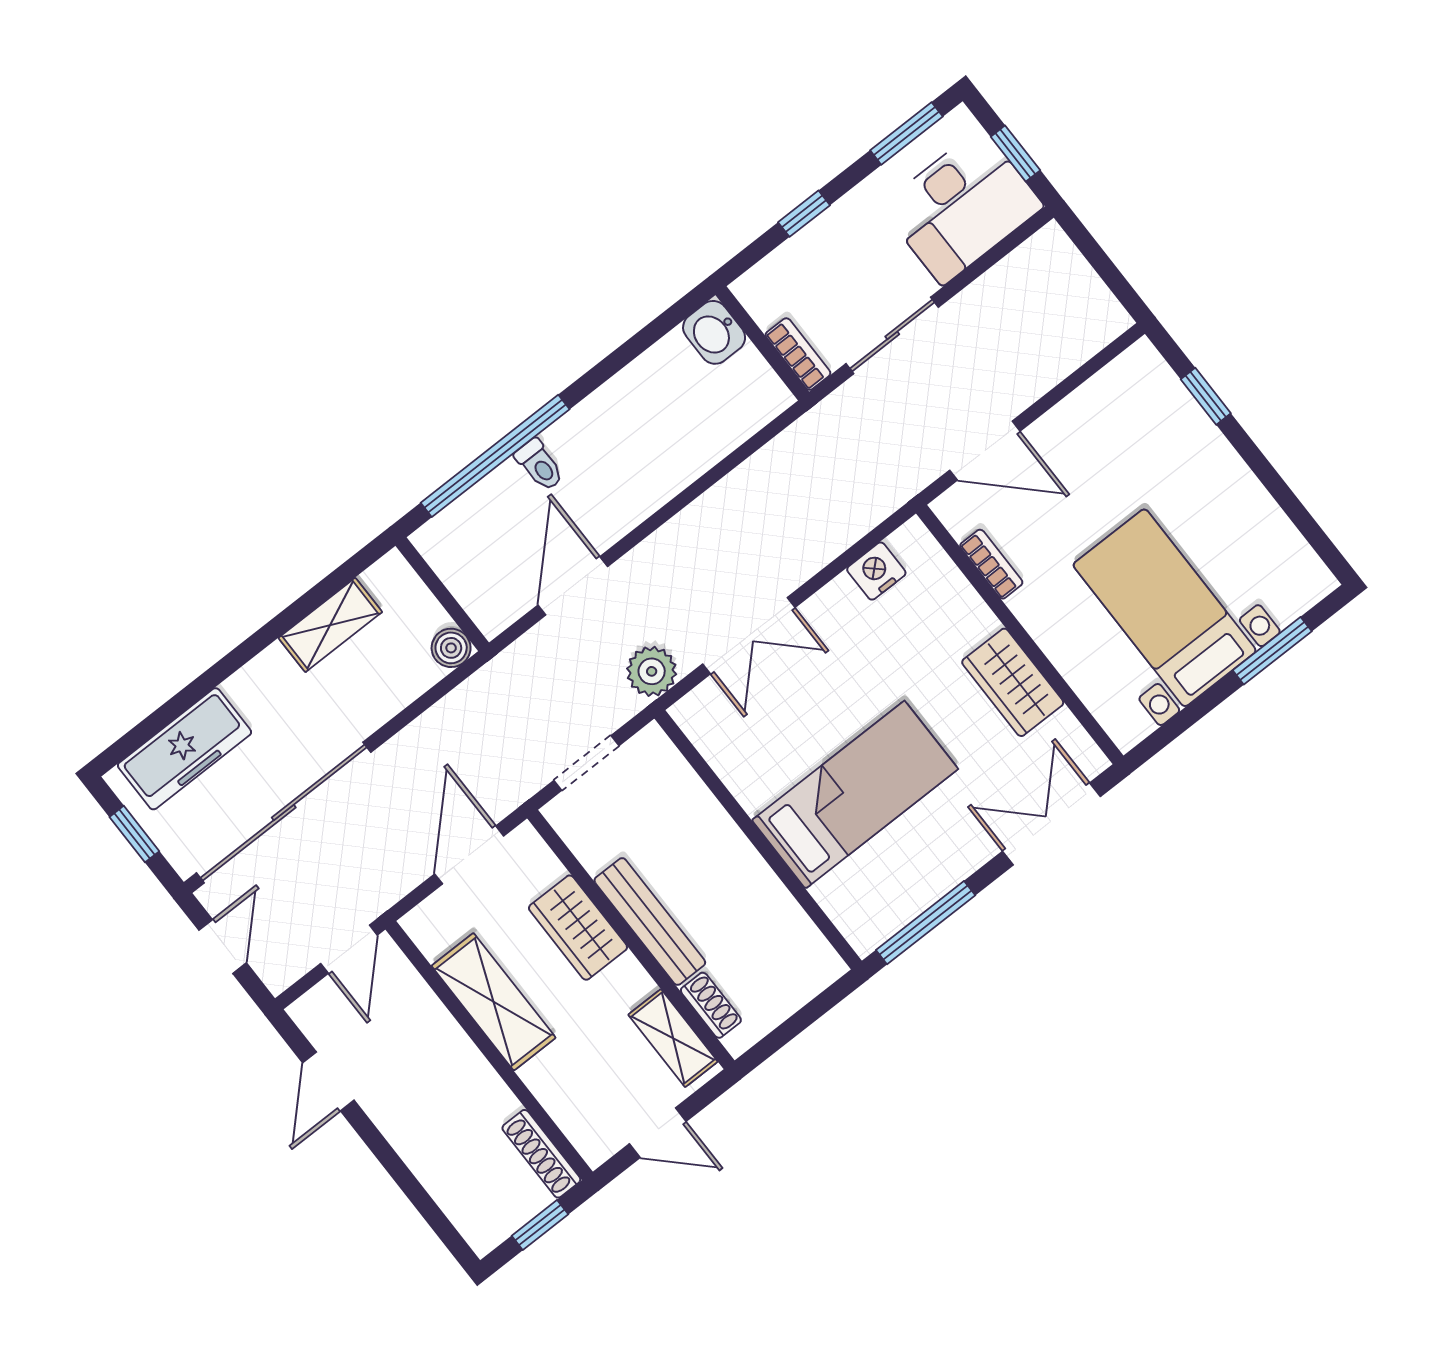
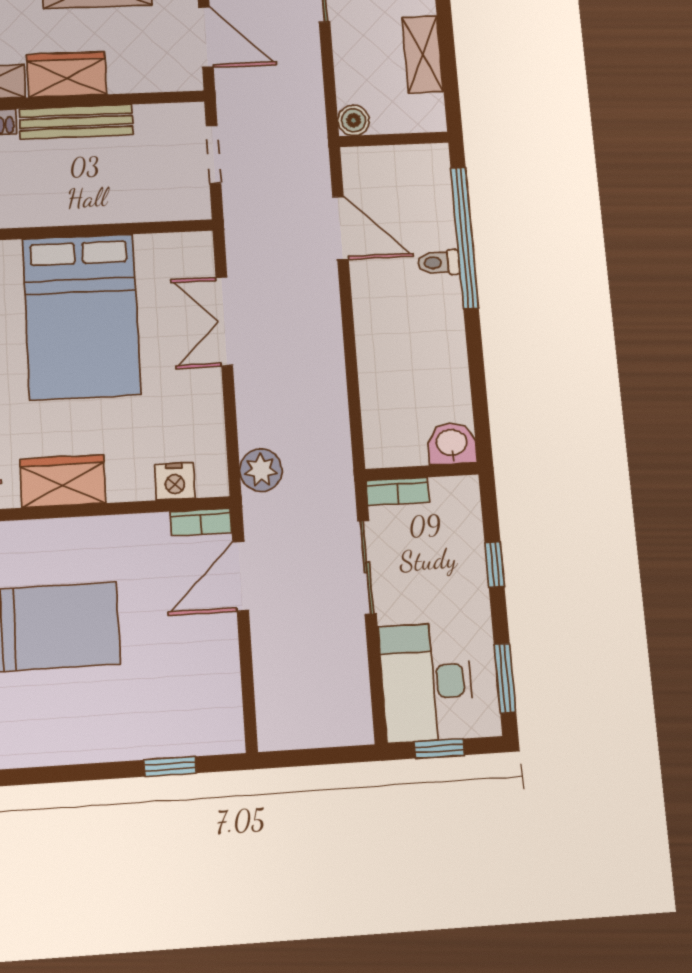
bookcase: (991, 564) -> (201, 522), moved
nightstand: (876, 571) -> (175, 481), moved, turned 90
plant: (652, 671) -> (261, 470), moved
bed: (855, 795) -> (82, 316), width x1.50
wardrobe: (578, 928) -> (67, 74), moved

